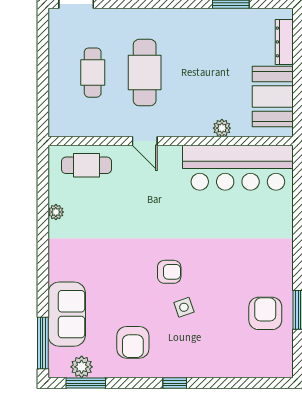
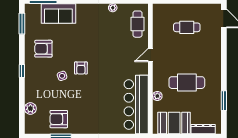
cafe table: (145, 73) -> (187, 83), moved
armchair: (265, 313) -> (59, 119), turned 180
plant: (82, 367) -> (30, 108), moved

